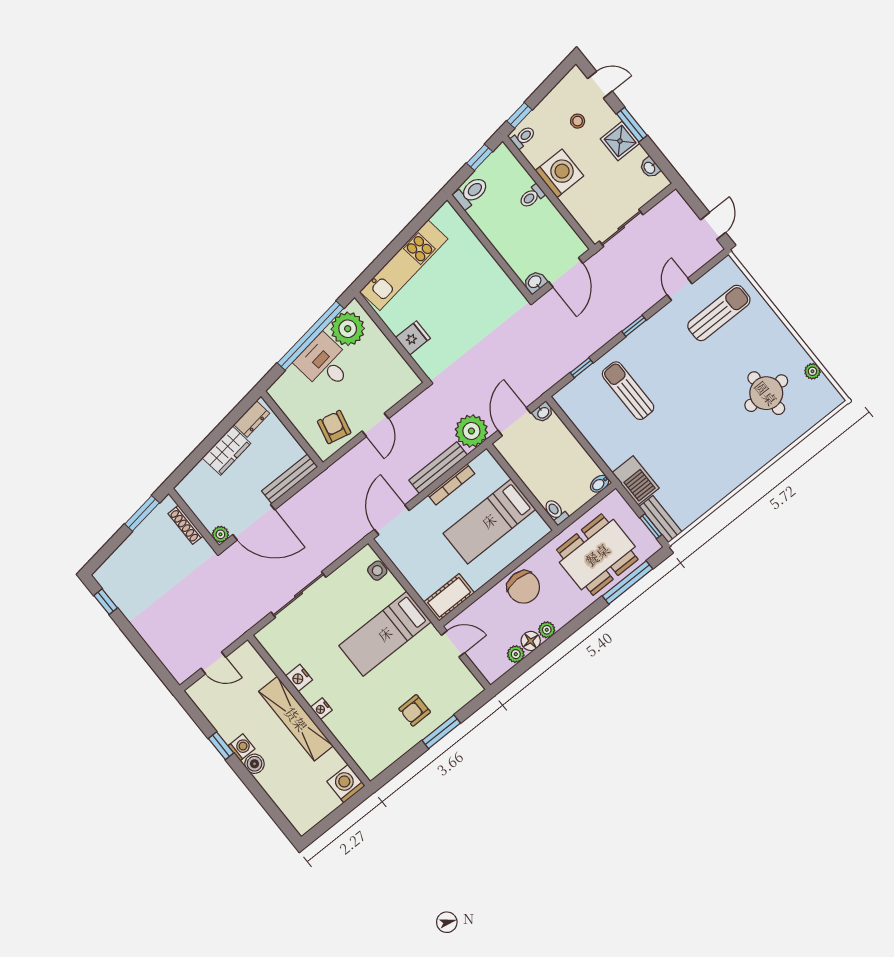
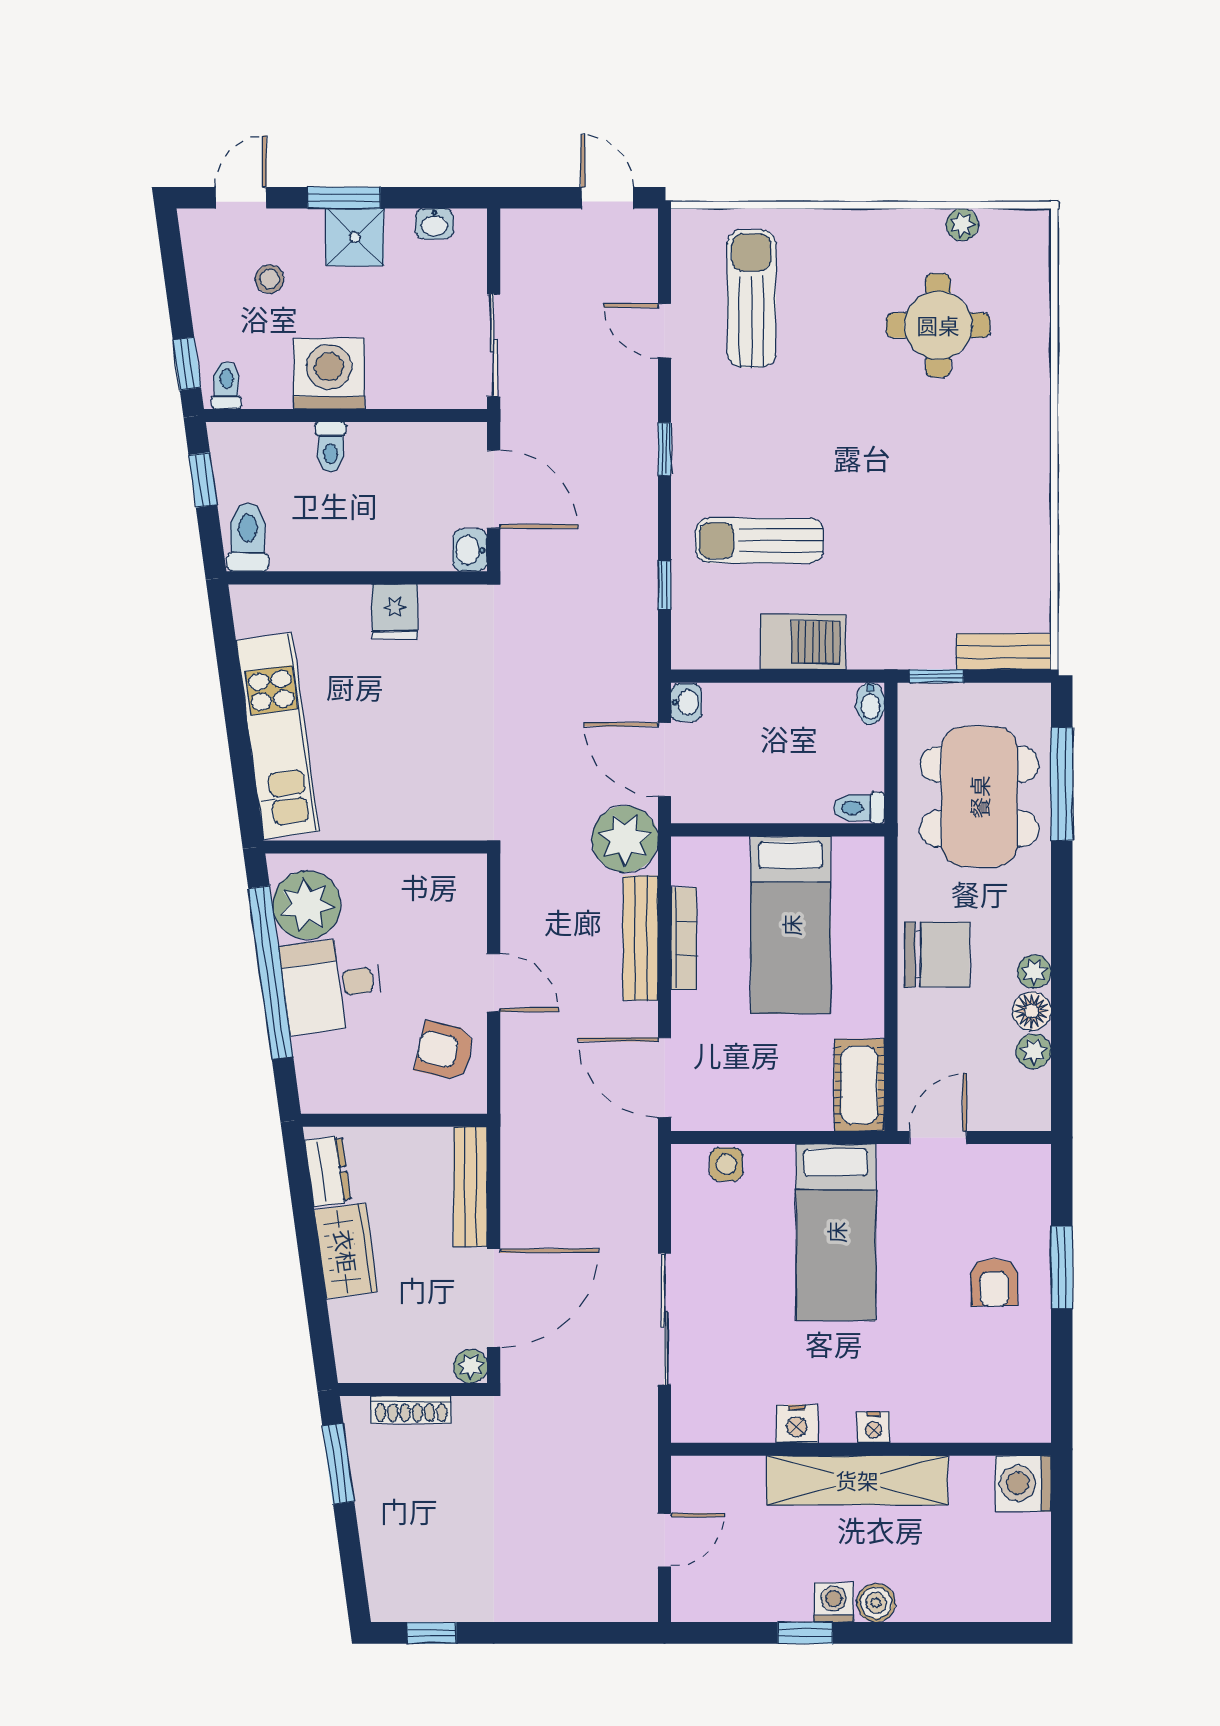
fridge: (413, 338) -> (395, 611), moved, turned 180
barbecue: (636, 480) -> (803, 642), moved
window: (651, 526) -> (937, 676), moved

